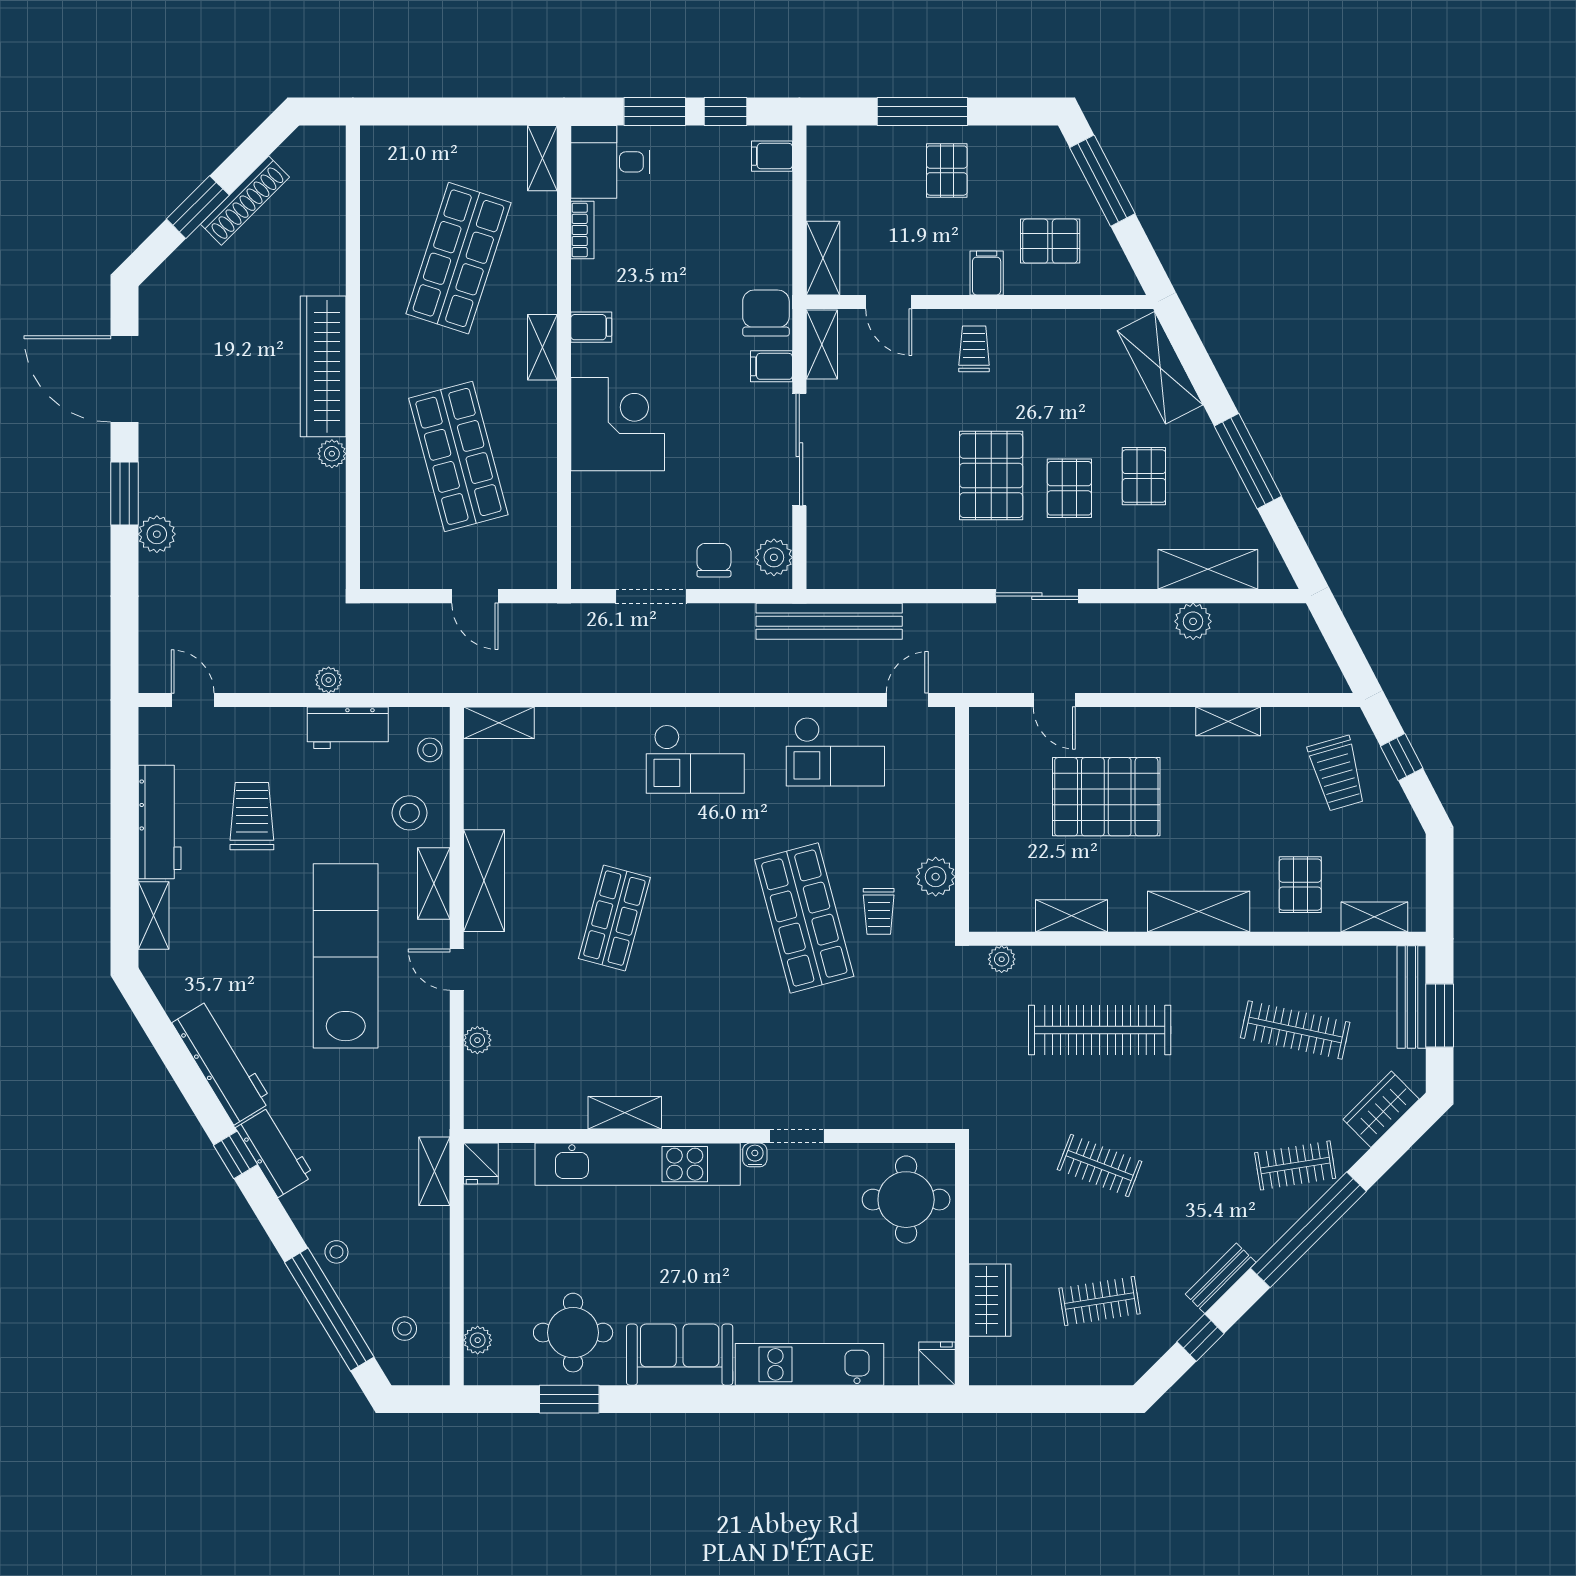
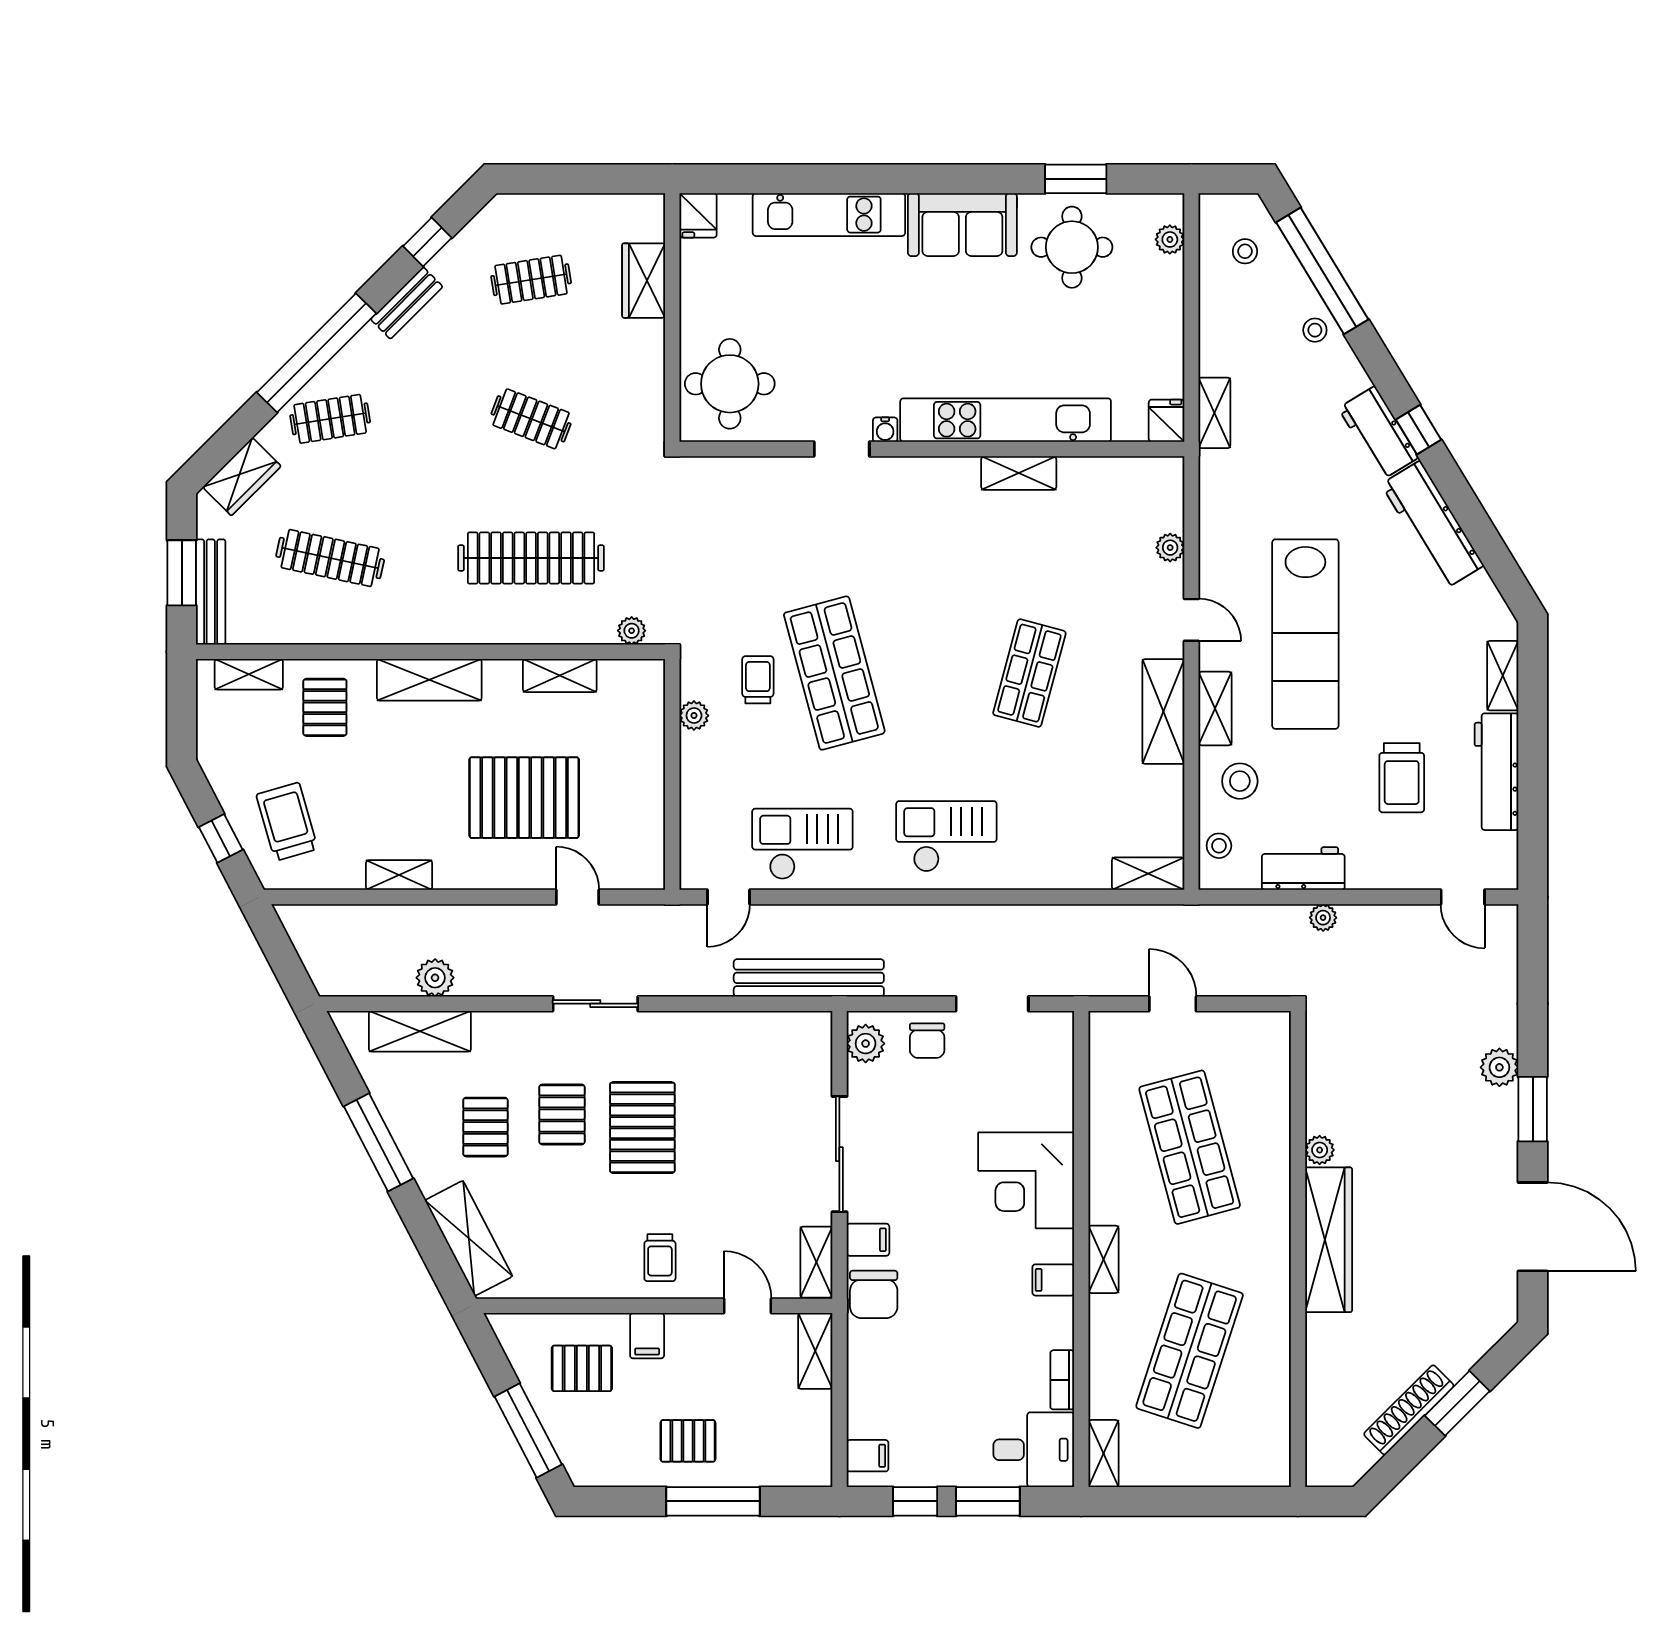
pallet: (947, 171) -> (688, 1441), turned 90
plant: (936, 877) -> (694, 716), width x0.73, depth x0.73

